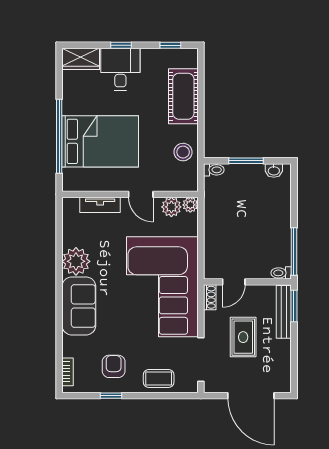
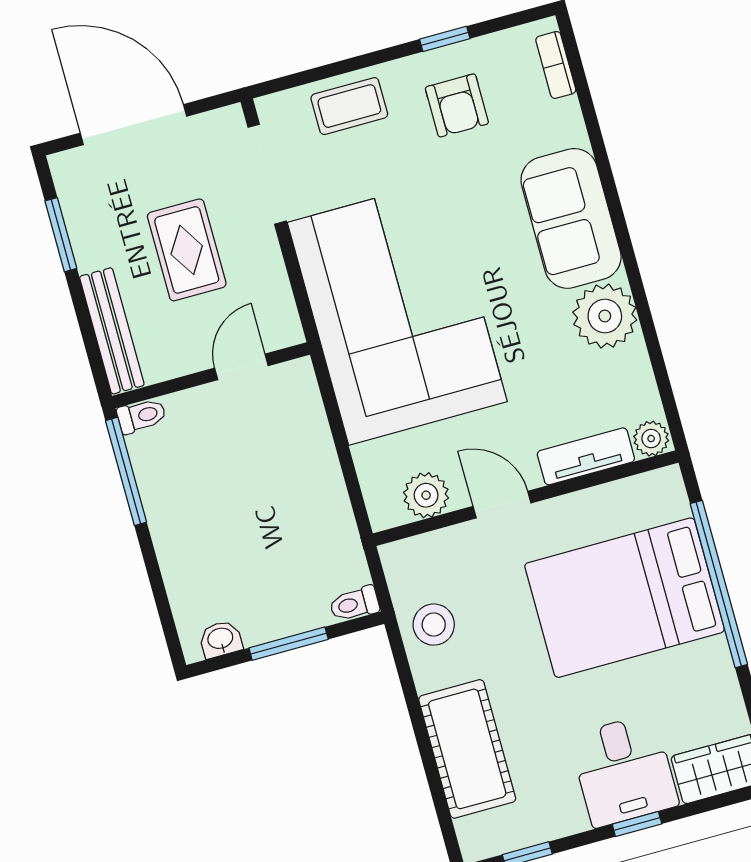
plant: (190, 205) -> (651, 439), moved
shoe rack: (210, 297) -> (285, 318), removed
window: (294, 306) -> (61, 235), moved

